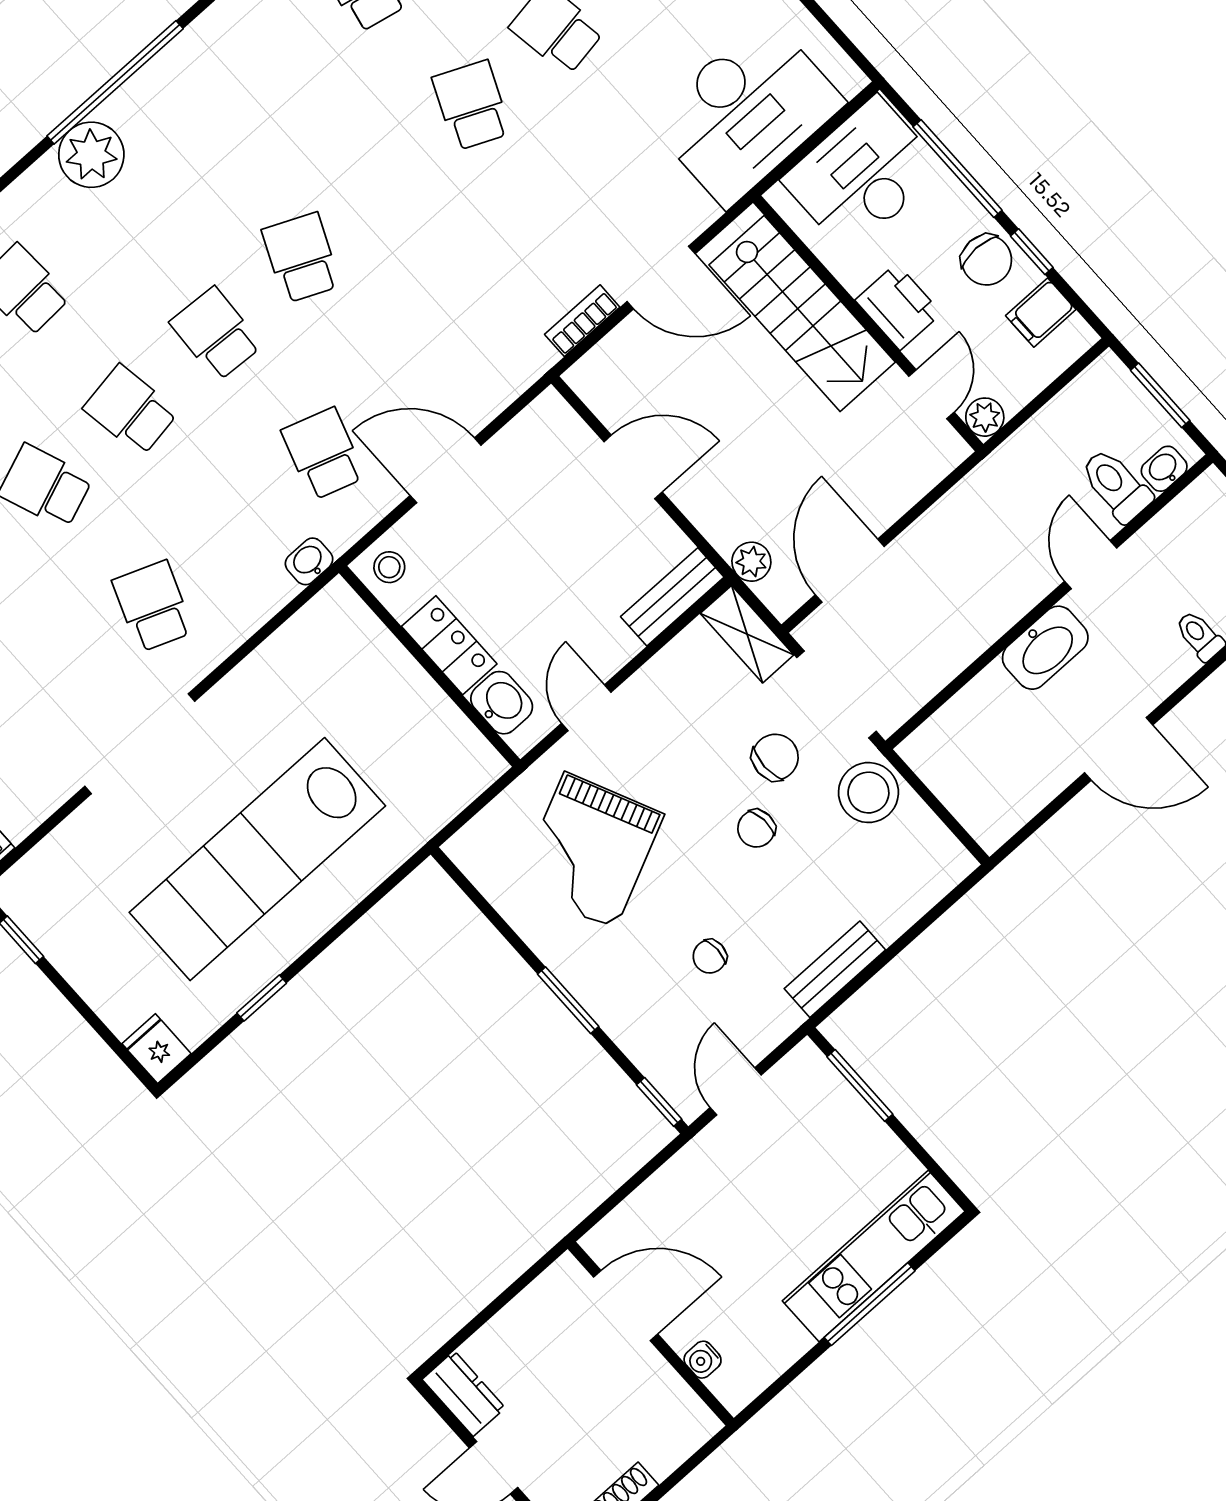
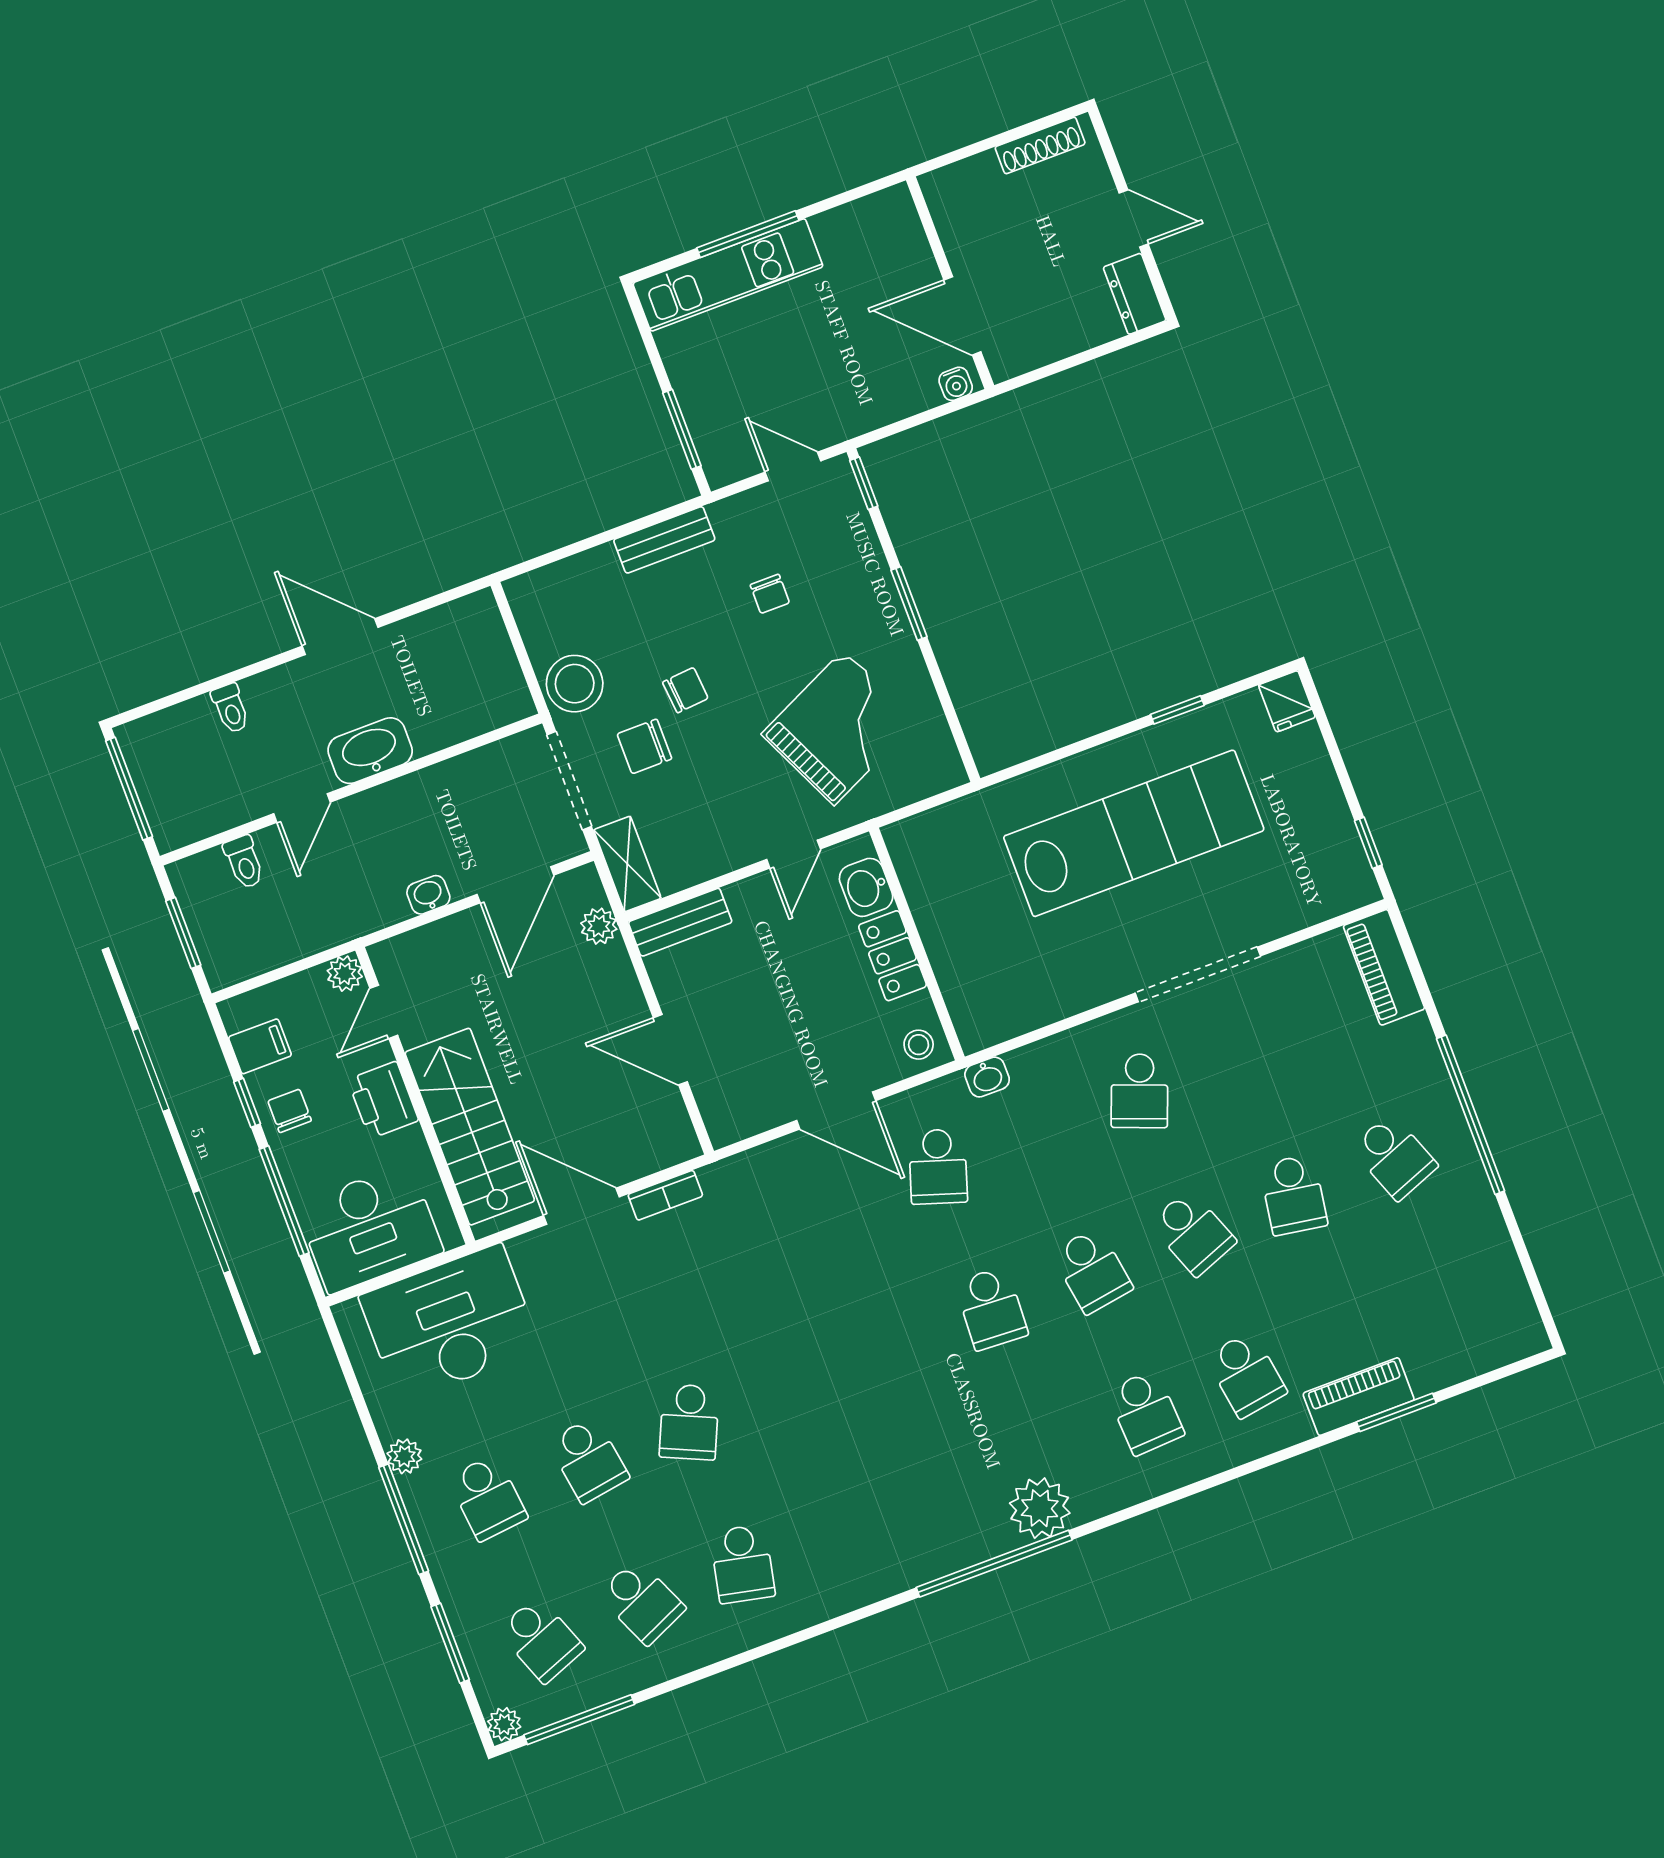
school desk: (301, 258) -> (891, 1346), removed
chair: (987, 260) -> (290, 1111), width x0.73, depth x0.73
washbasin: (1164, 469) -> (428, 895), moved, turned 180
toilet: (1116, 485) -> (244, 862), width x0.73, depth x0.72
chair: (710, 956) -> (770, 594), turned 90
door: (736, 1091) -> (793, 466), swing flipped
water cooler: (703, 1360) -> (956, 384), moved, turned 90

